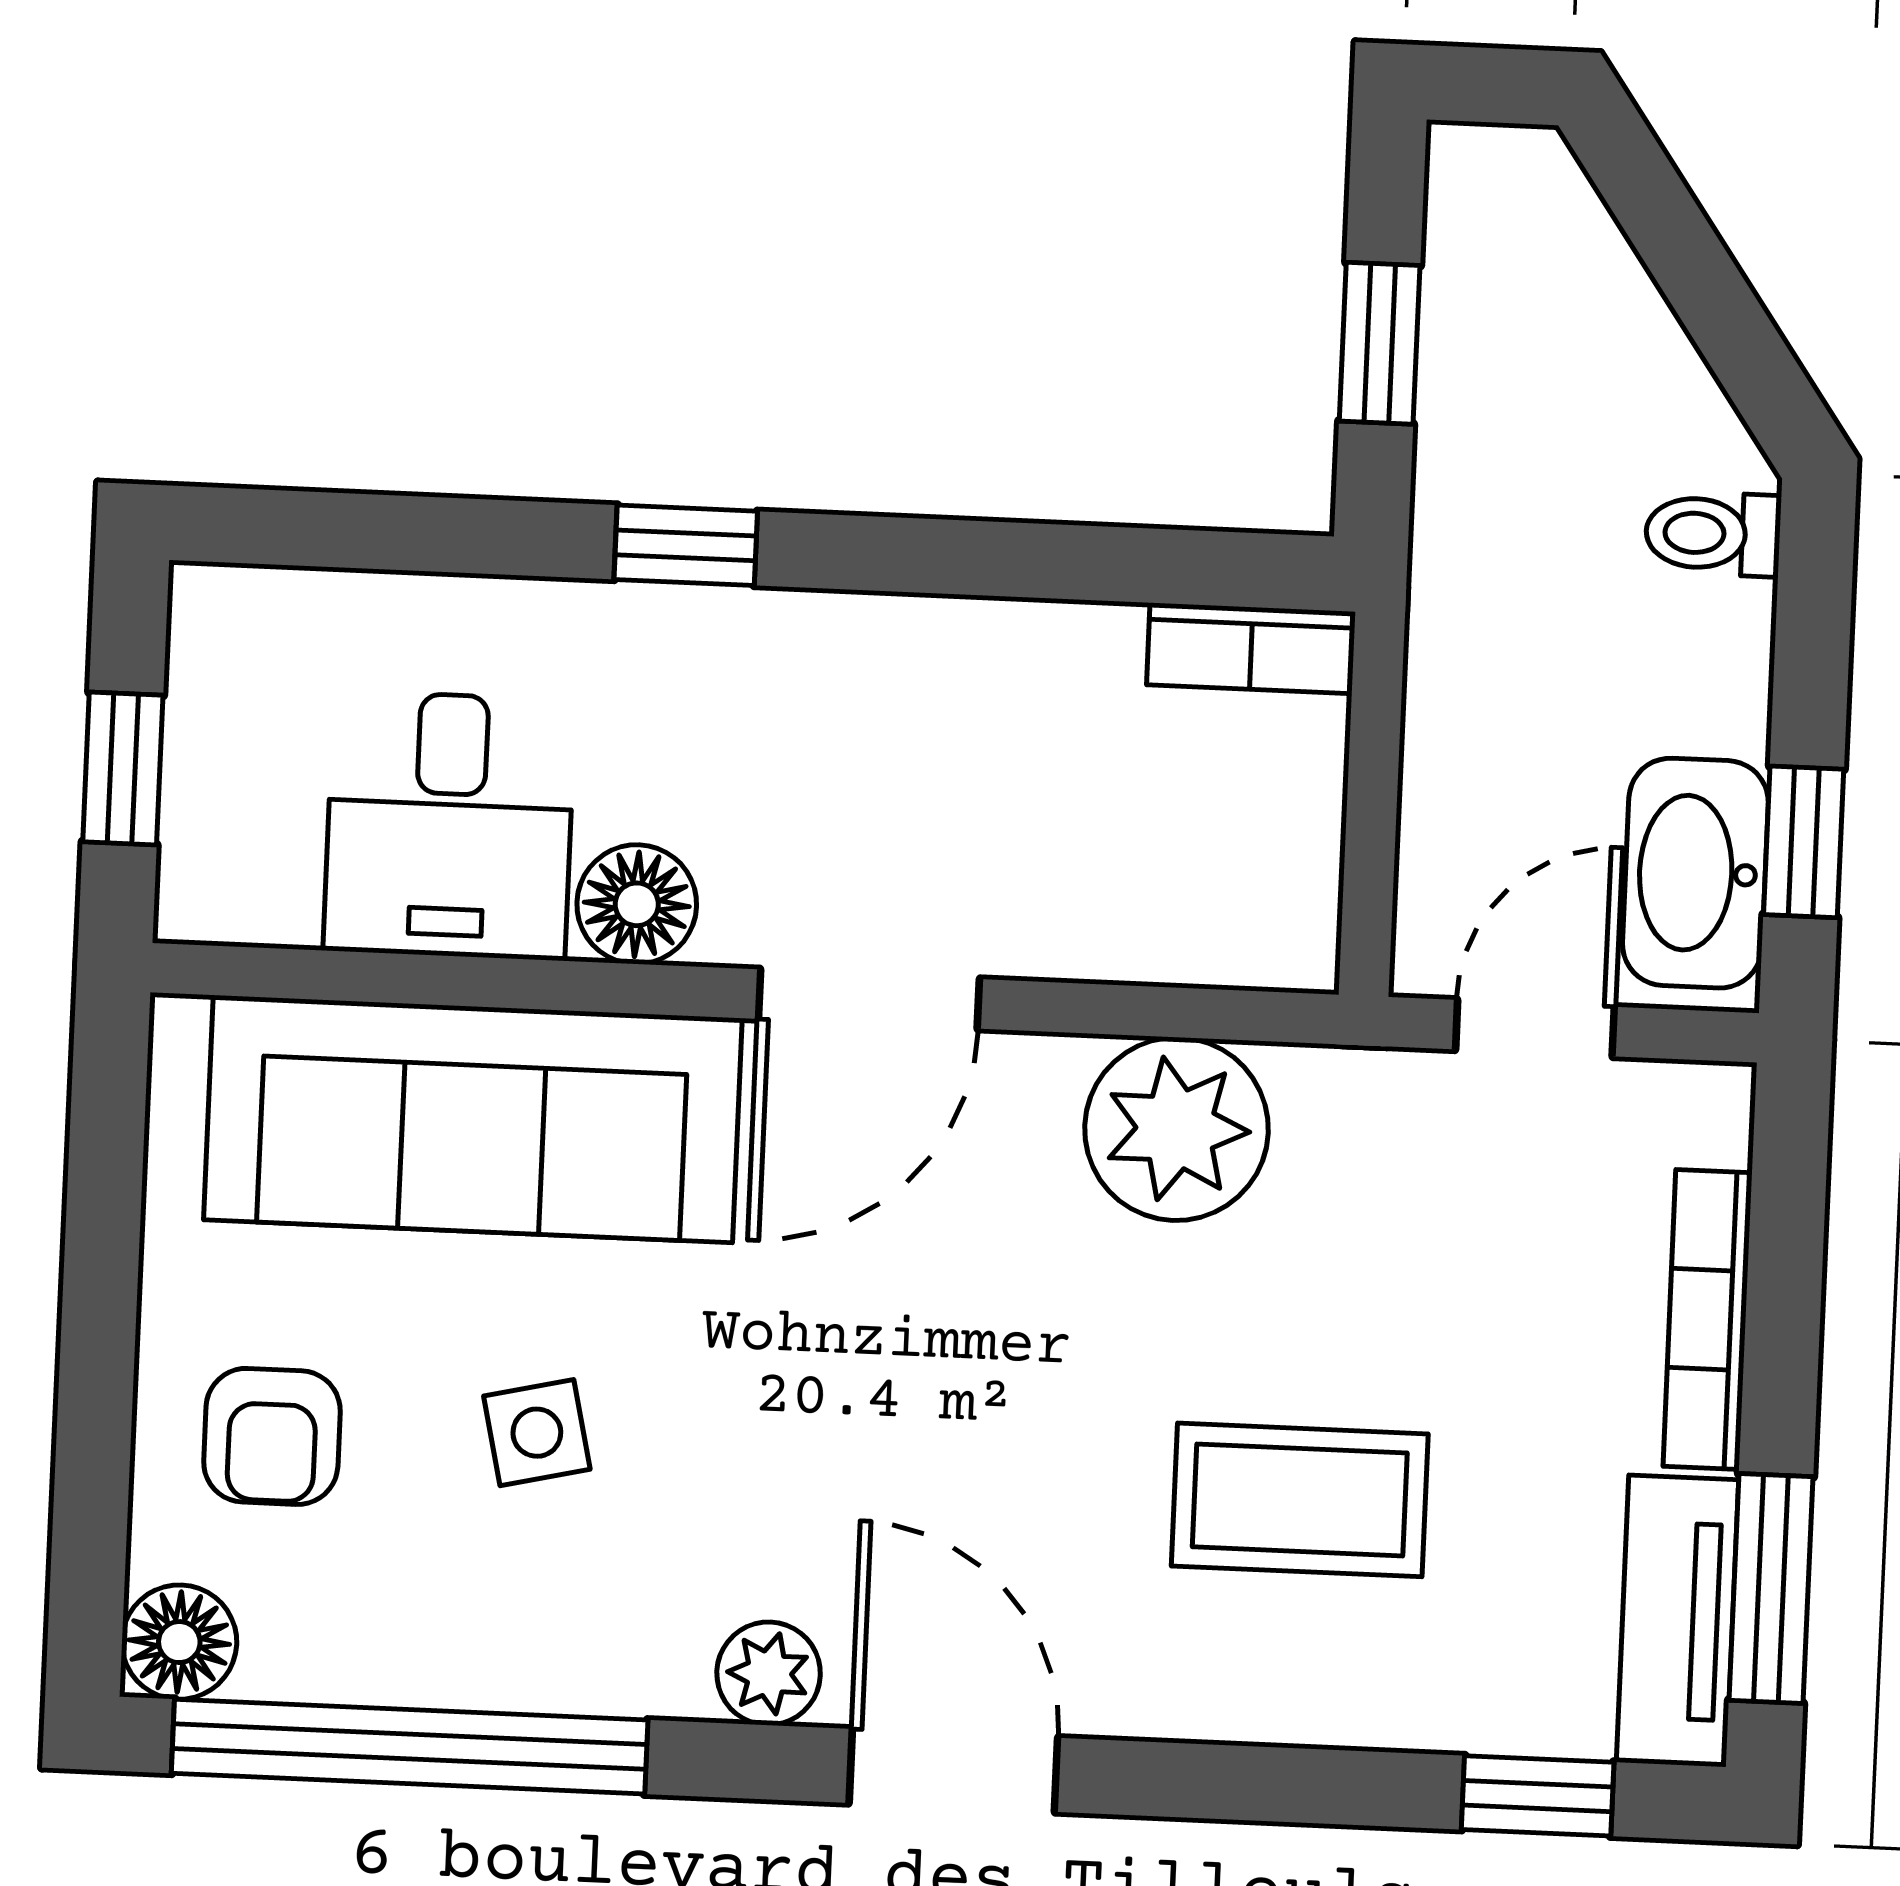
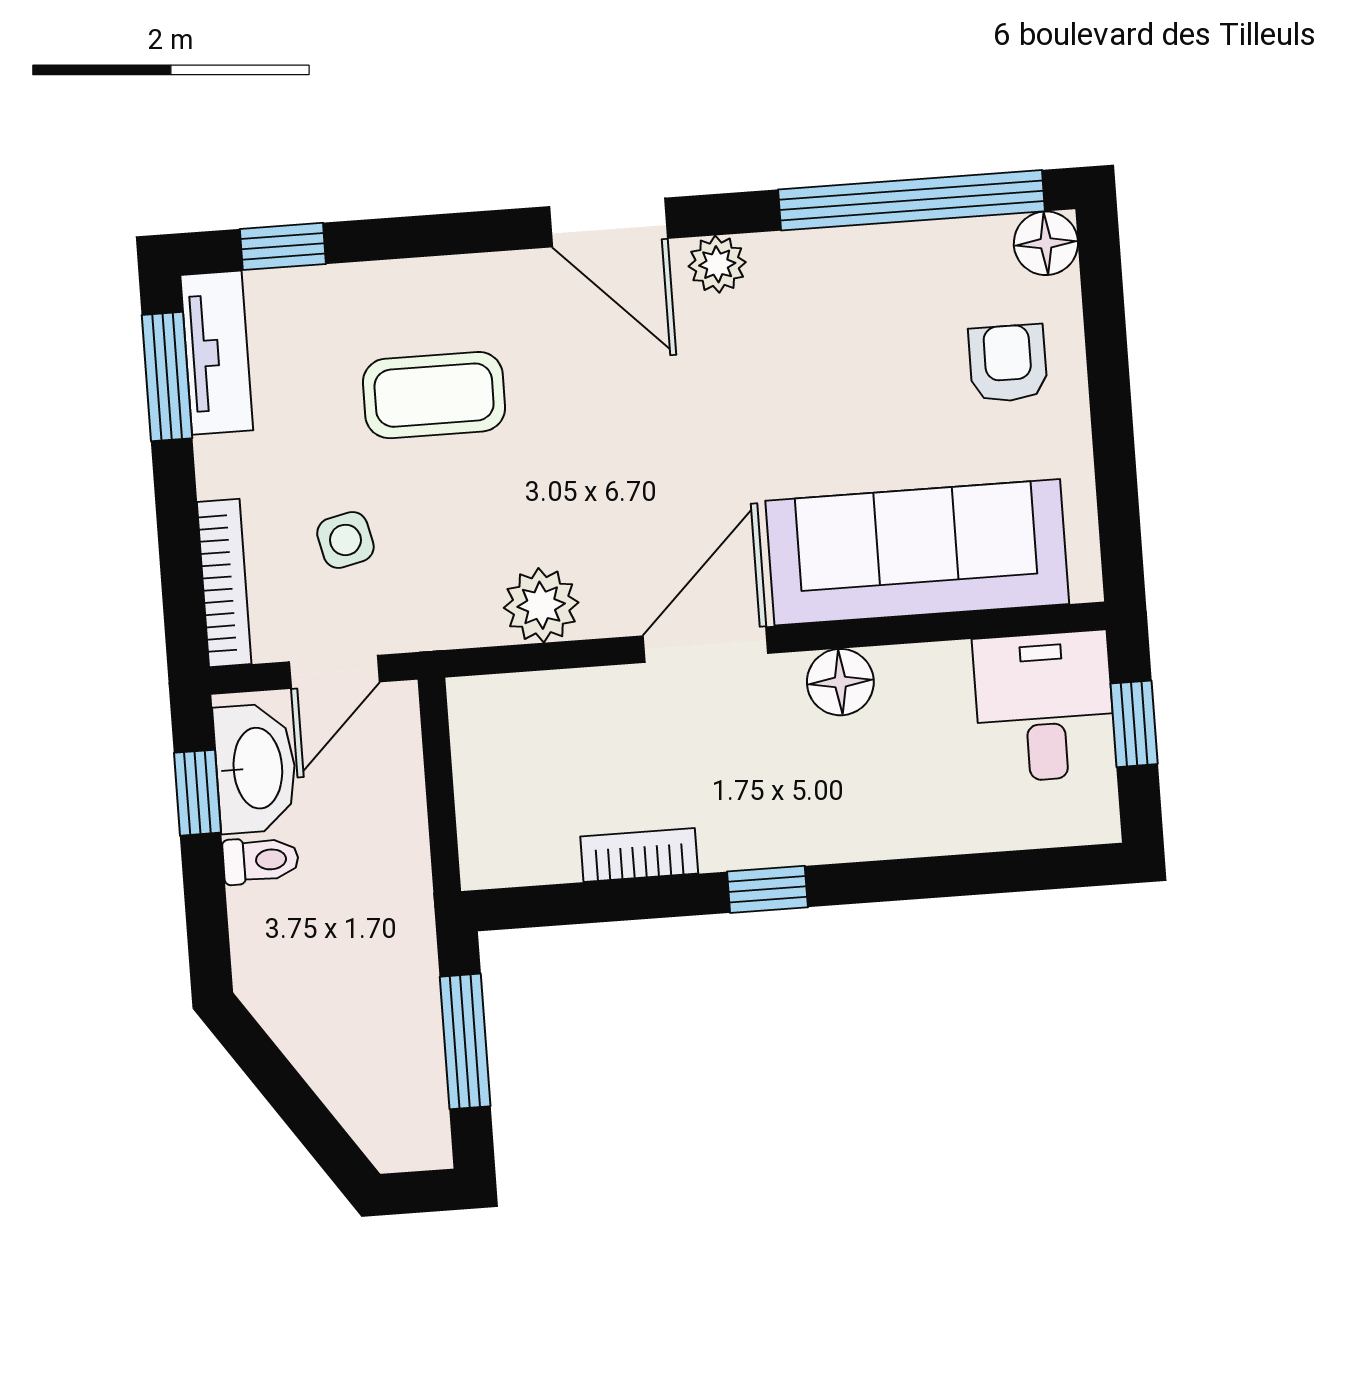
window: (1380, 343) -> (465, 1041), width x1.50
toilet: (1713, 534) -> (261, 860), moved
window: (686, 545) -> (767, 889), moved
bookcase: (1251, 648) -> (639, 855), moved
desk: (449, 825) -> (1044, 707), moved
plant: (1176, 1129) -> (541, 605), width x0.73, depth x0.73
bookcase: (1708, 1320) -> (224, 583), moved
side table: (537, 1433) -> (345, 540), moved

